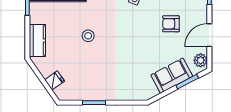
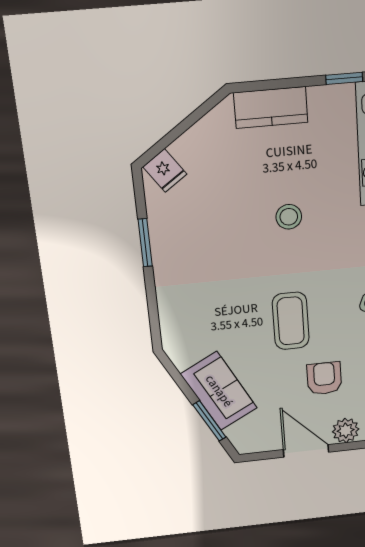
coffee table: (139, 38) -> (291, 321), added
plant: (201, 60) -> (346, 430), moved
fridge: (55, 80) -> (165, 171), moved

